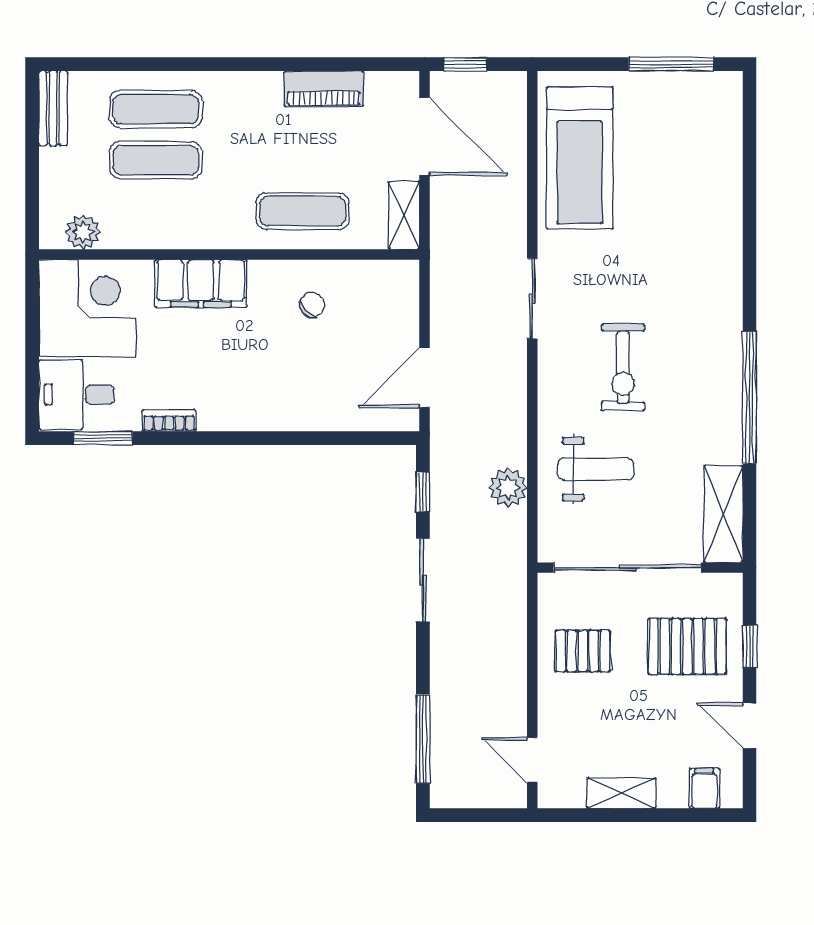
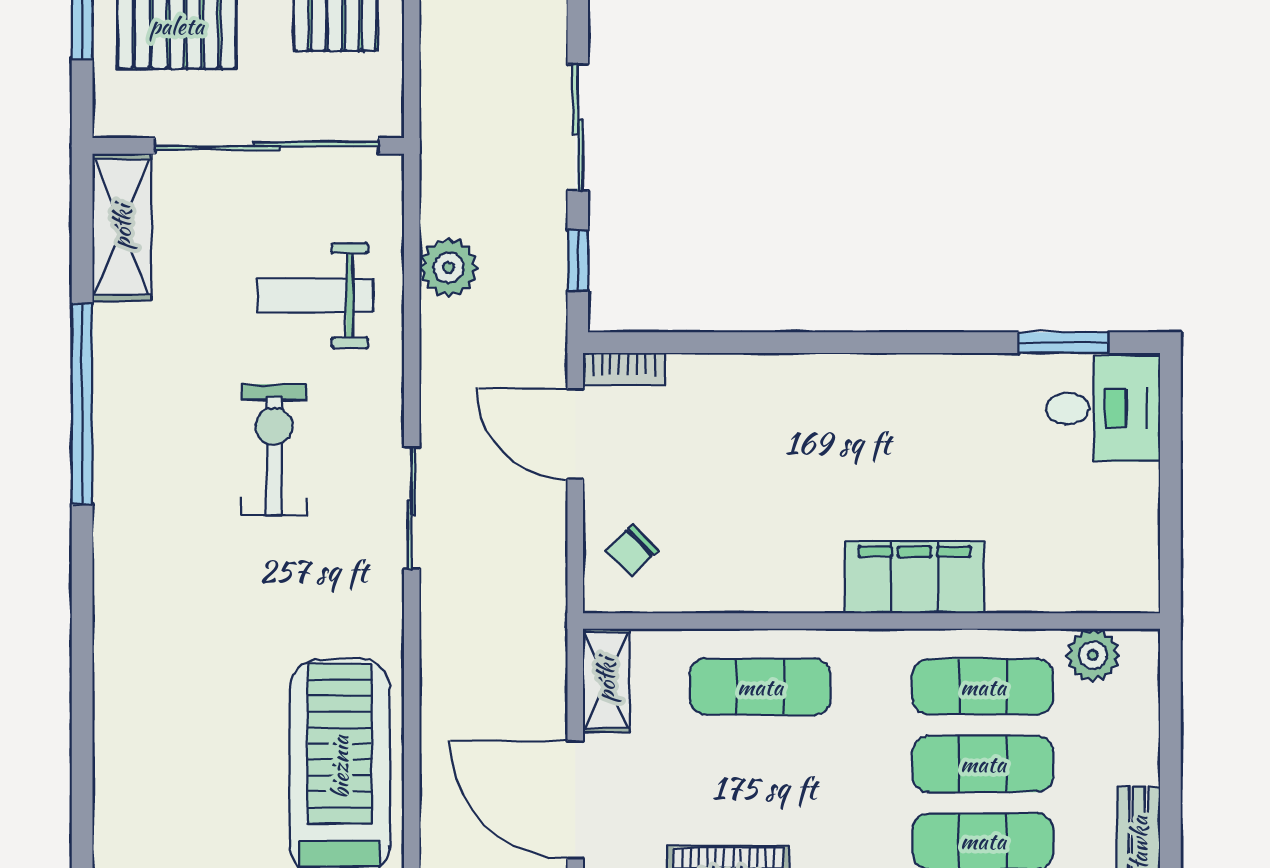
exercise mat: (156, 211) -> (983, 687), added
sliding door: (532, 299) -> (412, 508), moved
chair: (312, 305) -> (632, 550), moved
corner desk: (88, 308) -> (1086, 540), removed
door: (425, 378) -> (575, 434), swing flipped
bookcase: (169, 421) -> (624, 369), moved

